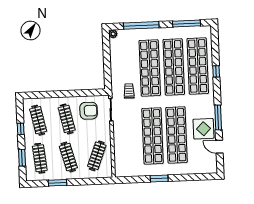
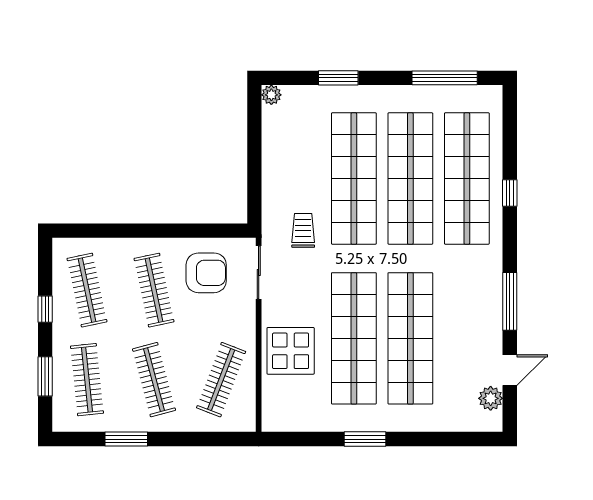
window: (141, 25) -> (338, 78), width x0.47
display table: (203, 129) -> (291, 351), moved
door: (219, 147) -> (510, 370), swing flipped
plant: (212, 159) -> (491, 398), added

